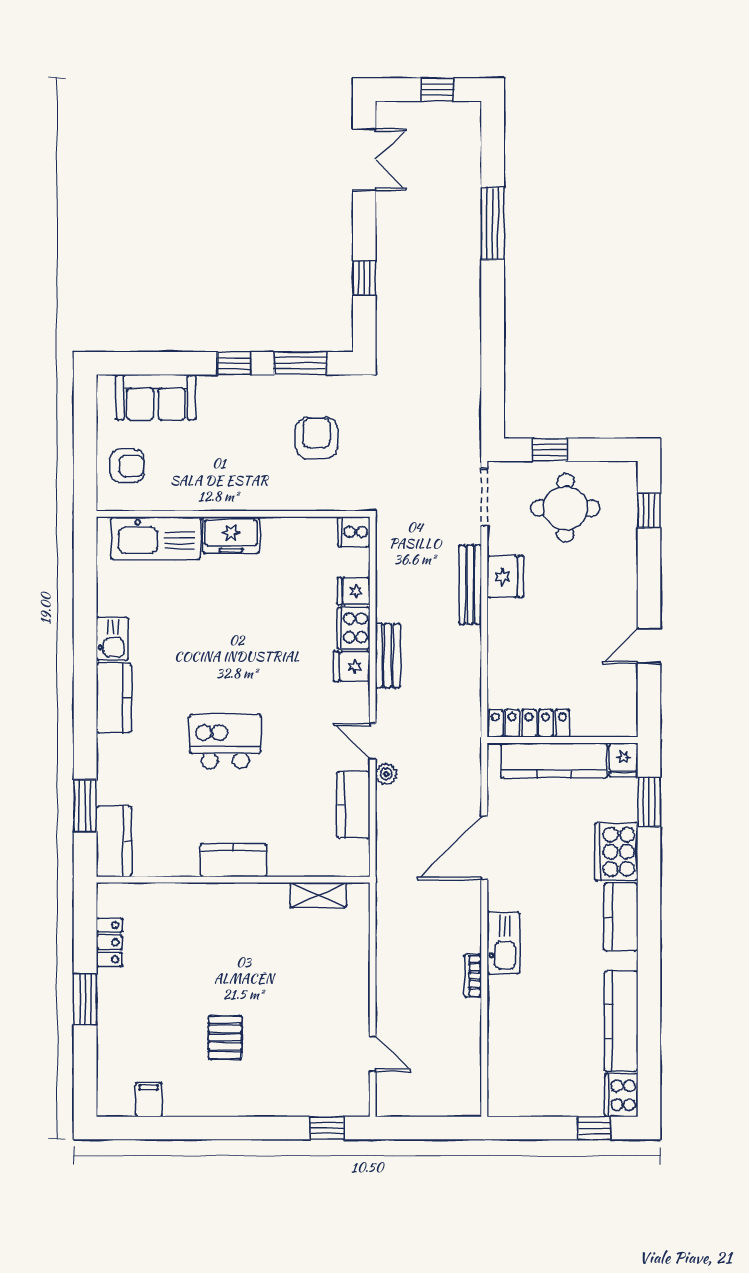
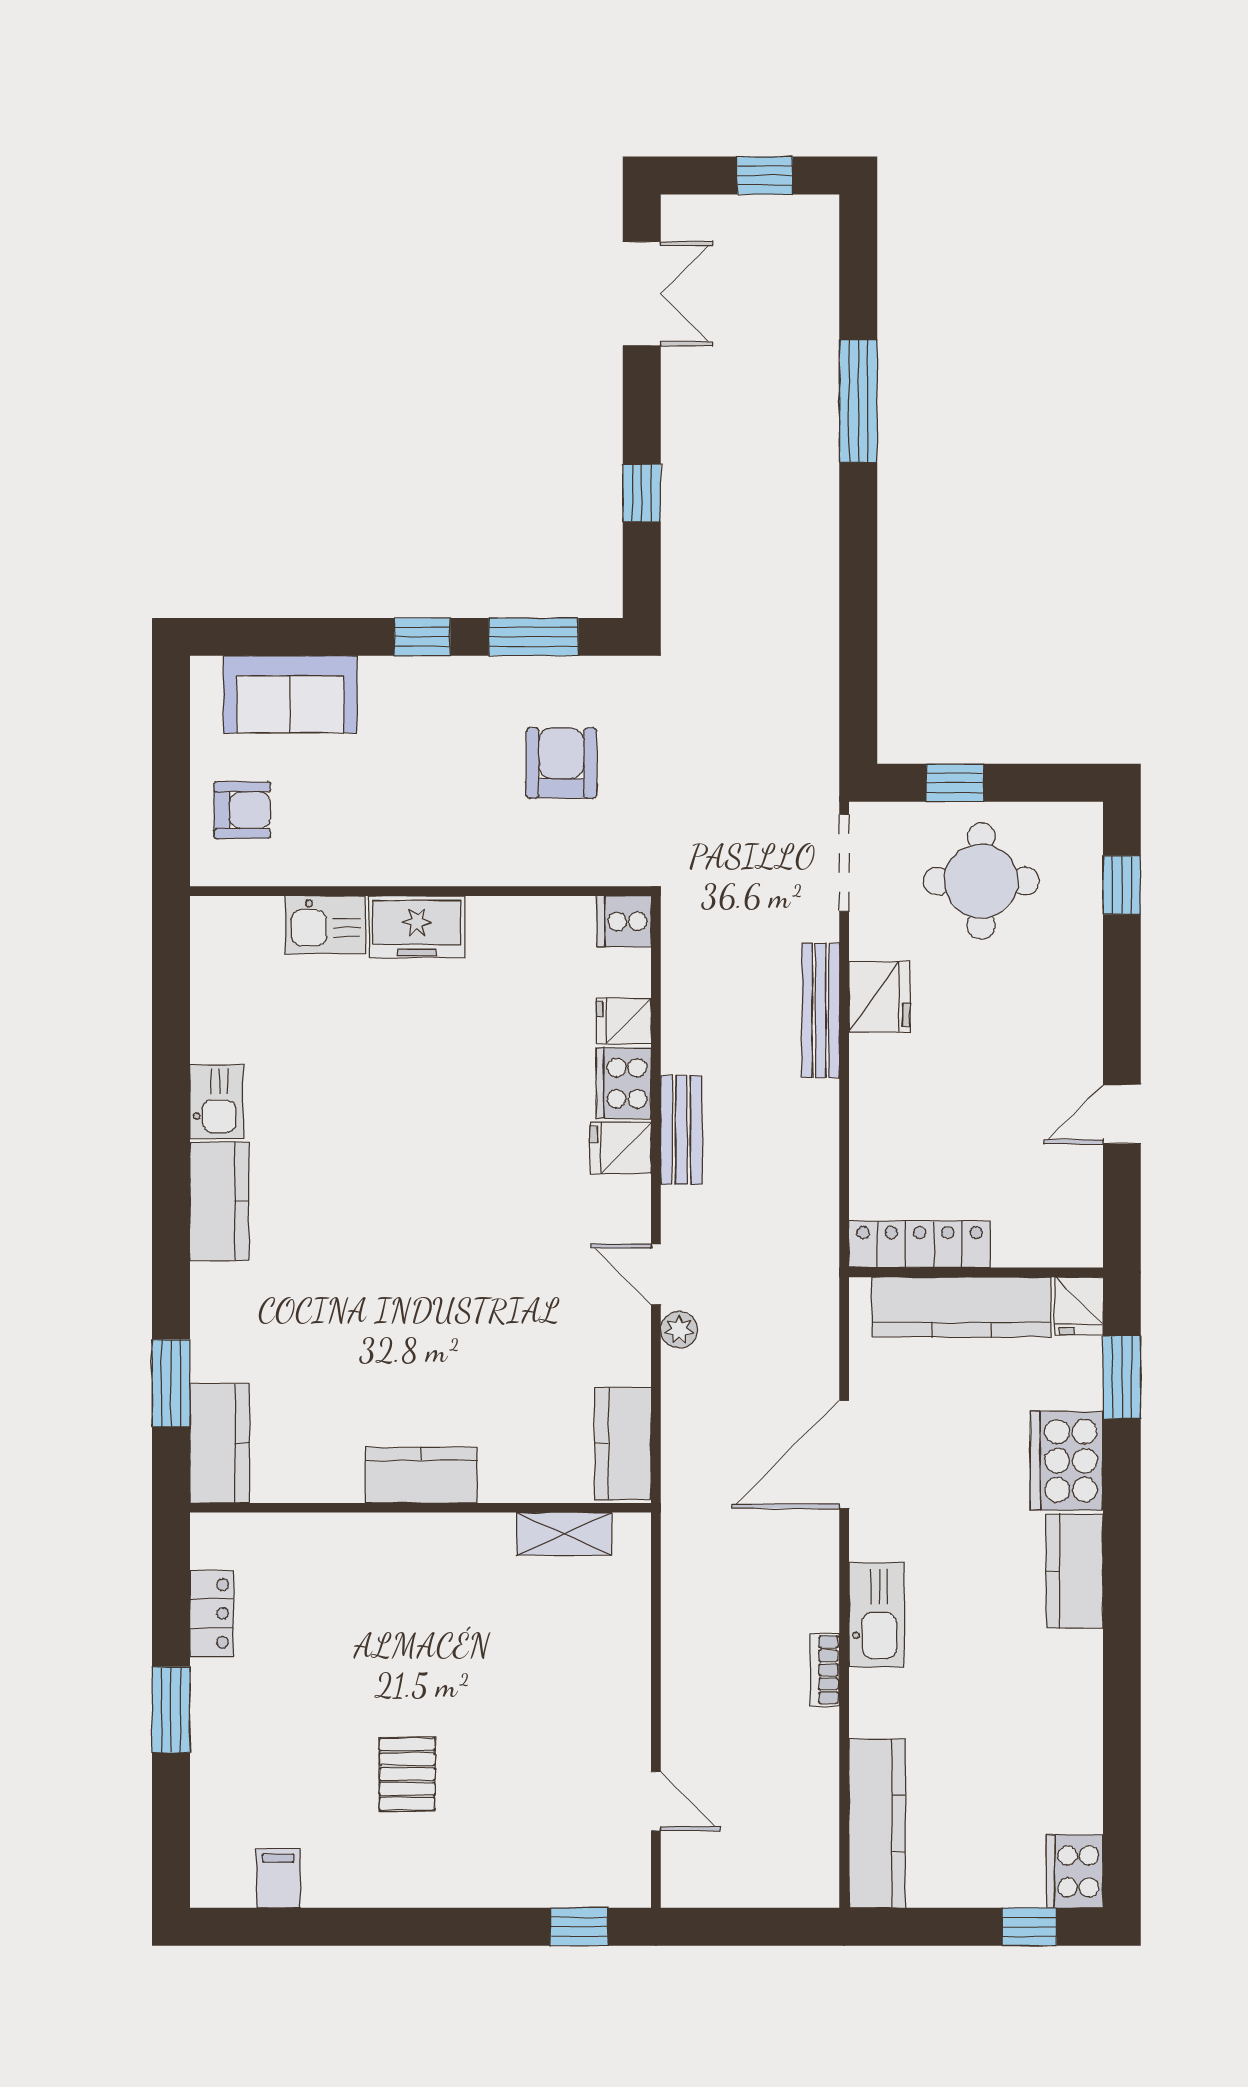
kitchen sink: (156, 538) -> (325, 925), width x0.53, depth x0.81
kitchen island: (225, 741) -> (407, 1275), removed
kitchen counter: (353, 805) -> (623, 1443), moved
kitchen counter: (621, 1021) -> (877, 1823), moved, turned 180

